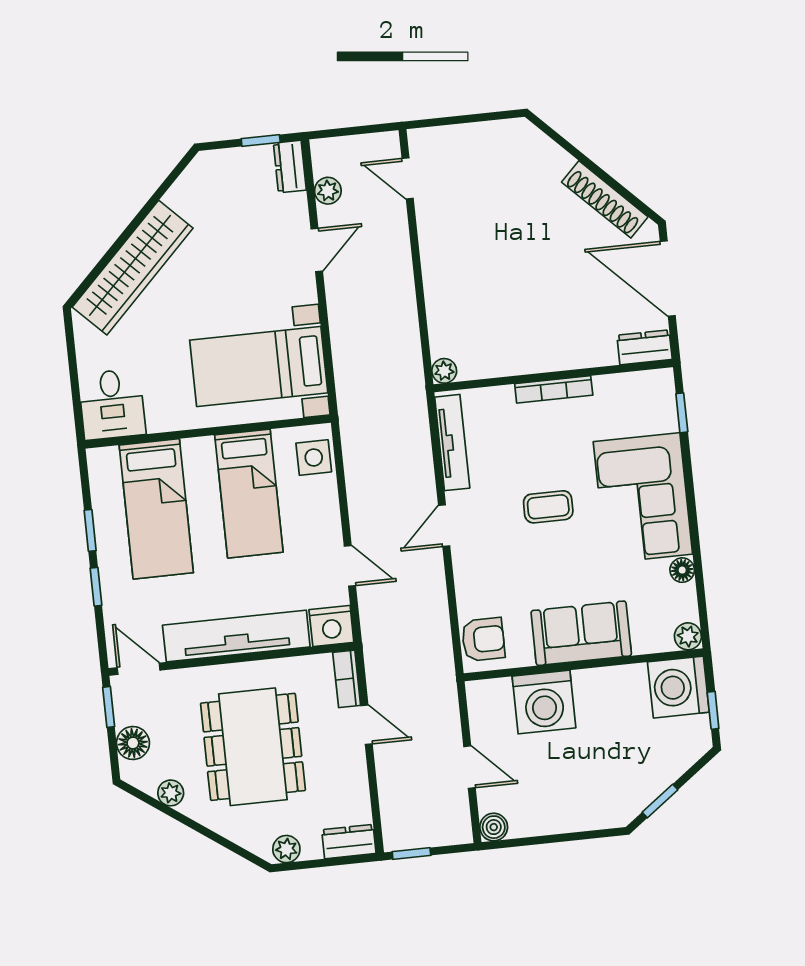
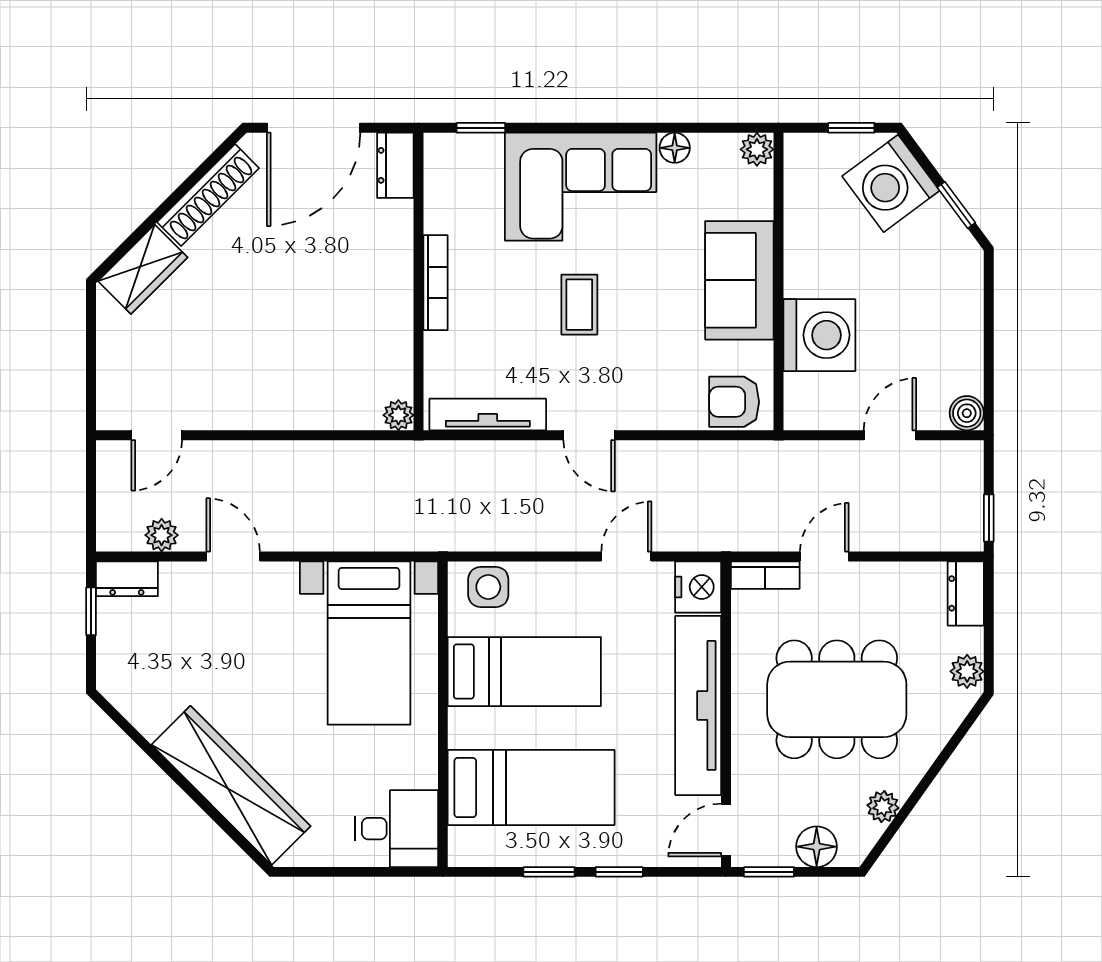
wardrobe: (540, 153) -> (143, 269), added
armchair: (483, 639) -> (734, 402), turned -90
washing machine: (678, 687) -> (891, 183), moved, turned 53

